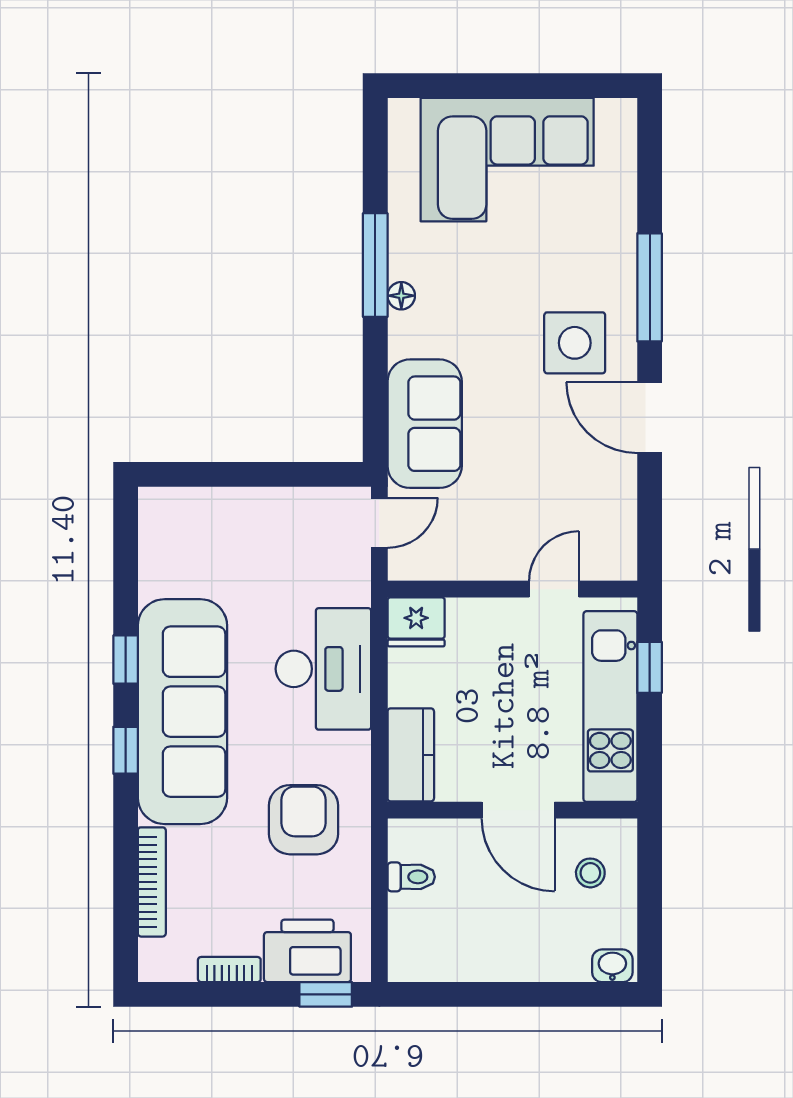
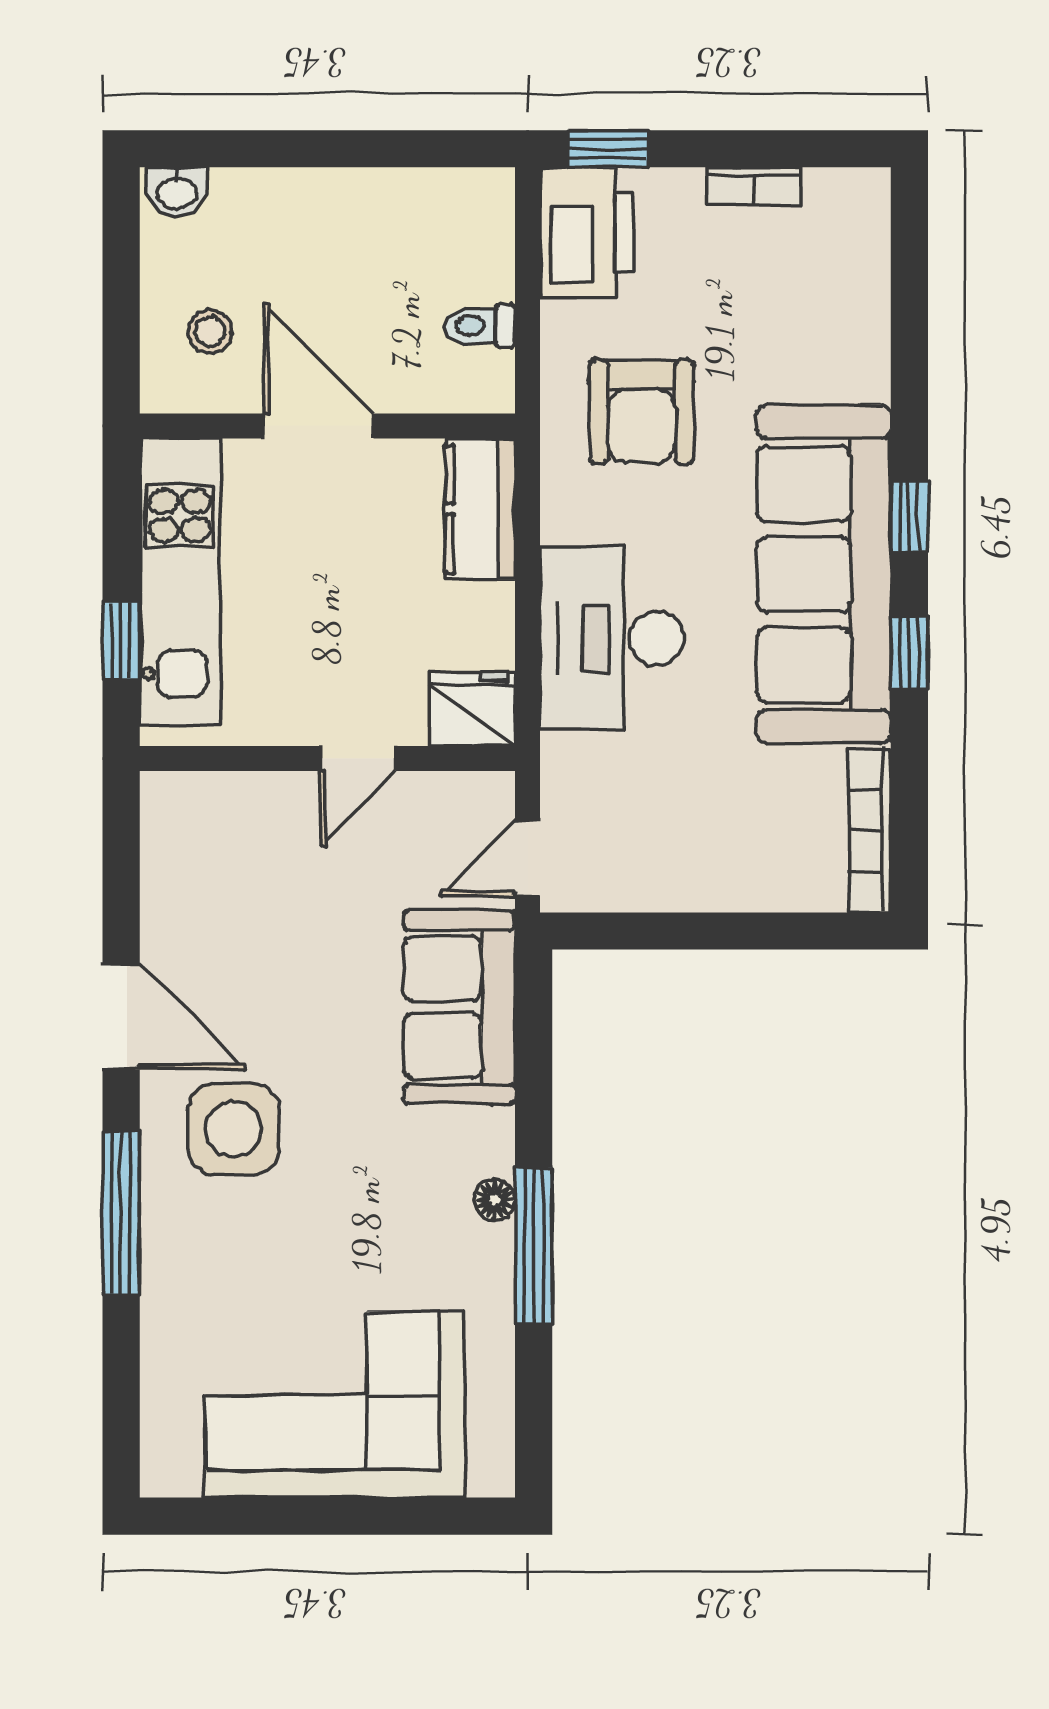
door: (554, 589) -> (358, 759), moved
bookcase: (152, 882) -> (870, 830), moved
printer: (307, 951) -> (587, 233), moved, turned -90

